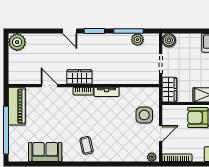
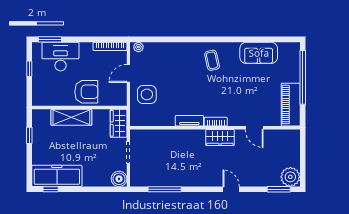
window: (94, 31) -> (279, 189), moved
plant: (137, 40) -> (154, 180), removed

